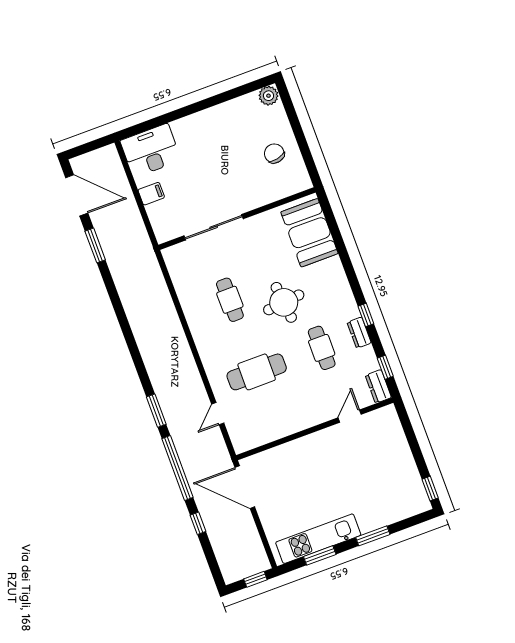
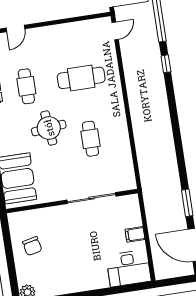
window: (156, 411) -> (166, 64), width x0.67
door: (218, 414) -> (115, 31), moved

